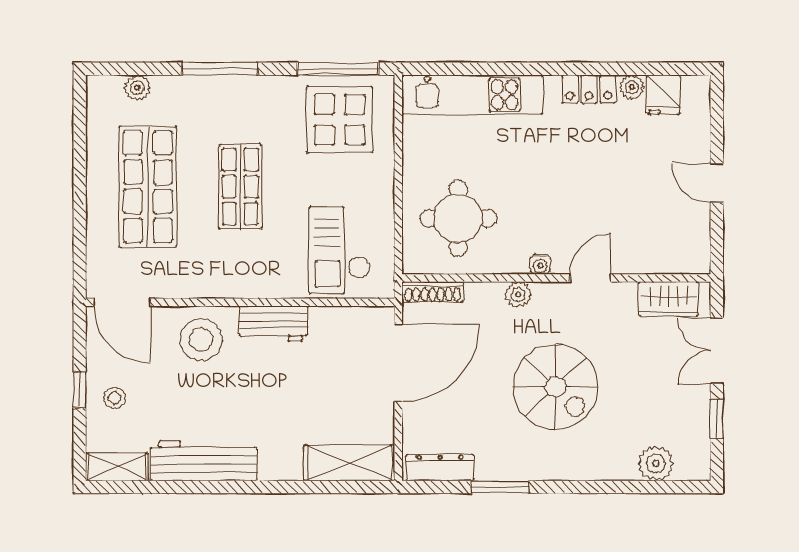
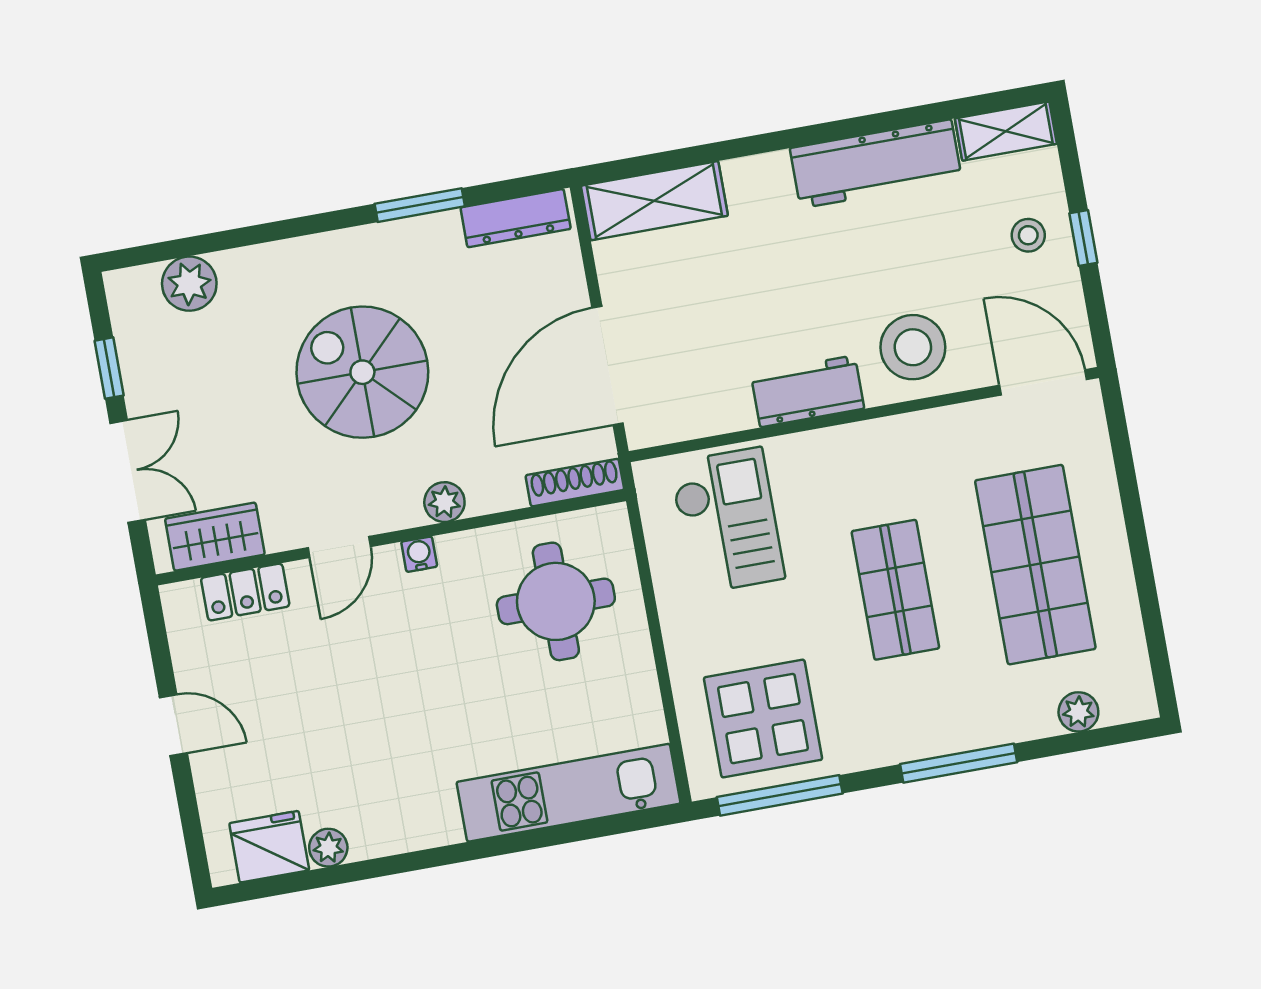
locker: (589, 89) -> (245, 592), moved, turned 180
fridge: (663, 95) -> (269, 847), width x1.38

